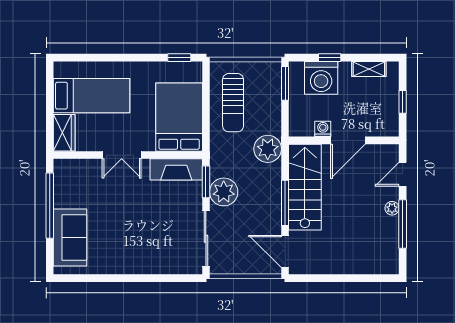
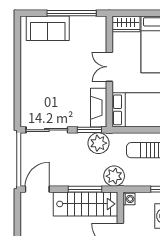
washing machine: (323, 129) -> (129, 199), moved
plant: (224, 192) -> (98, 143), moved
window: (285, 203) -> (85, 189), moved

